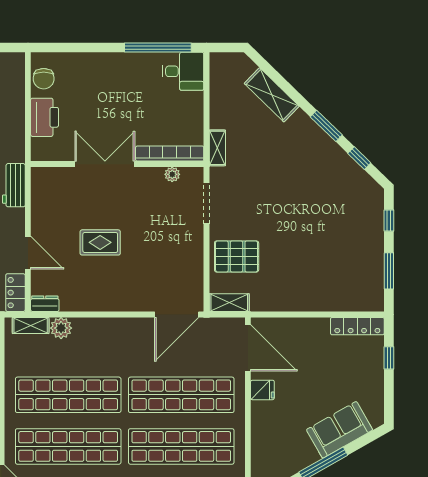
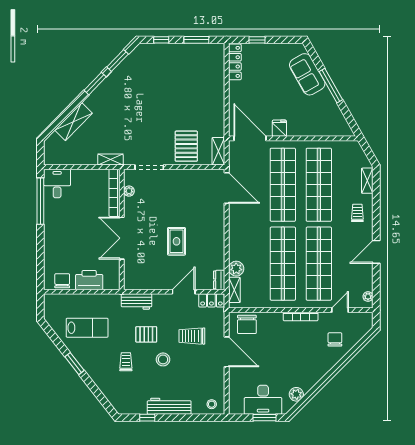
chair: (44, 79) -> (62, 281), turned -90
window: (359, 158) -> (118, 61), width x1.50
door: (248, 348) -> (250, 138), hinge flipped

